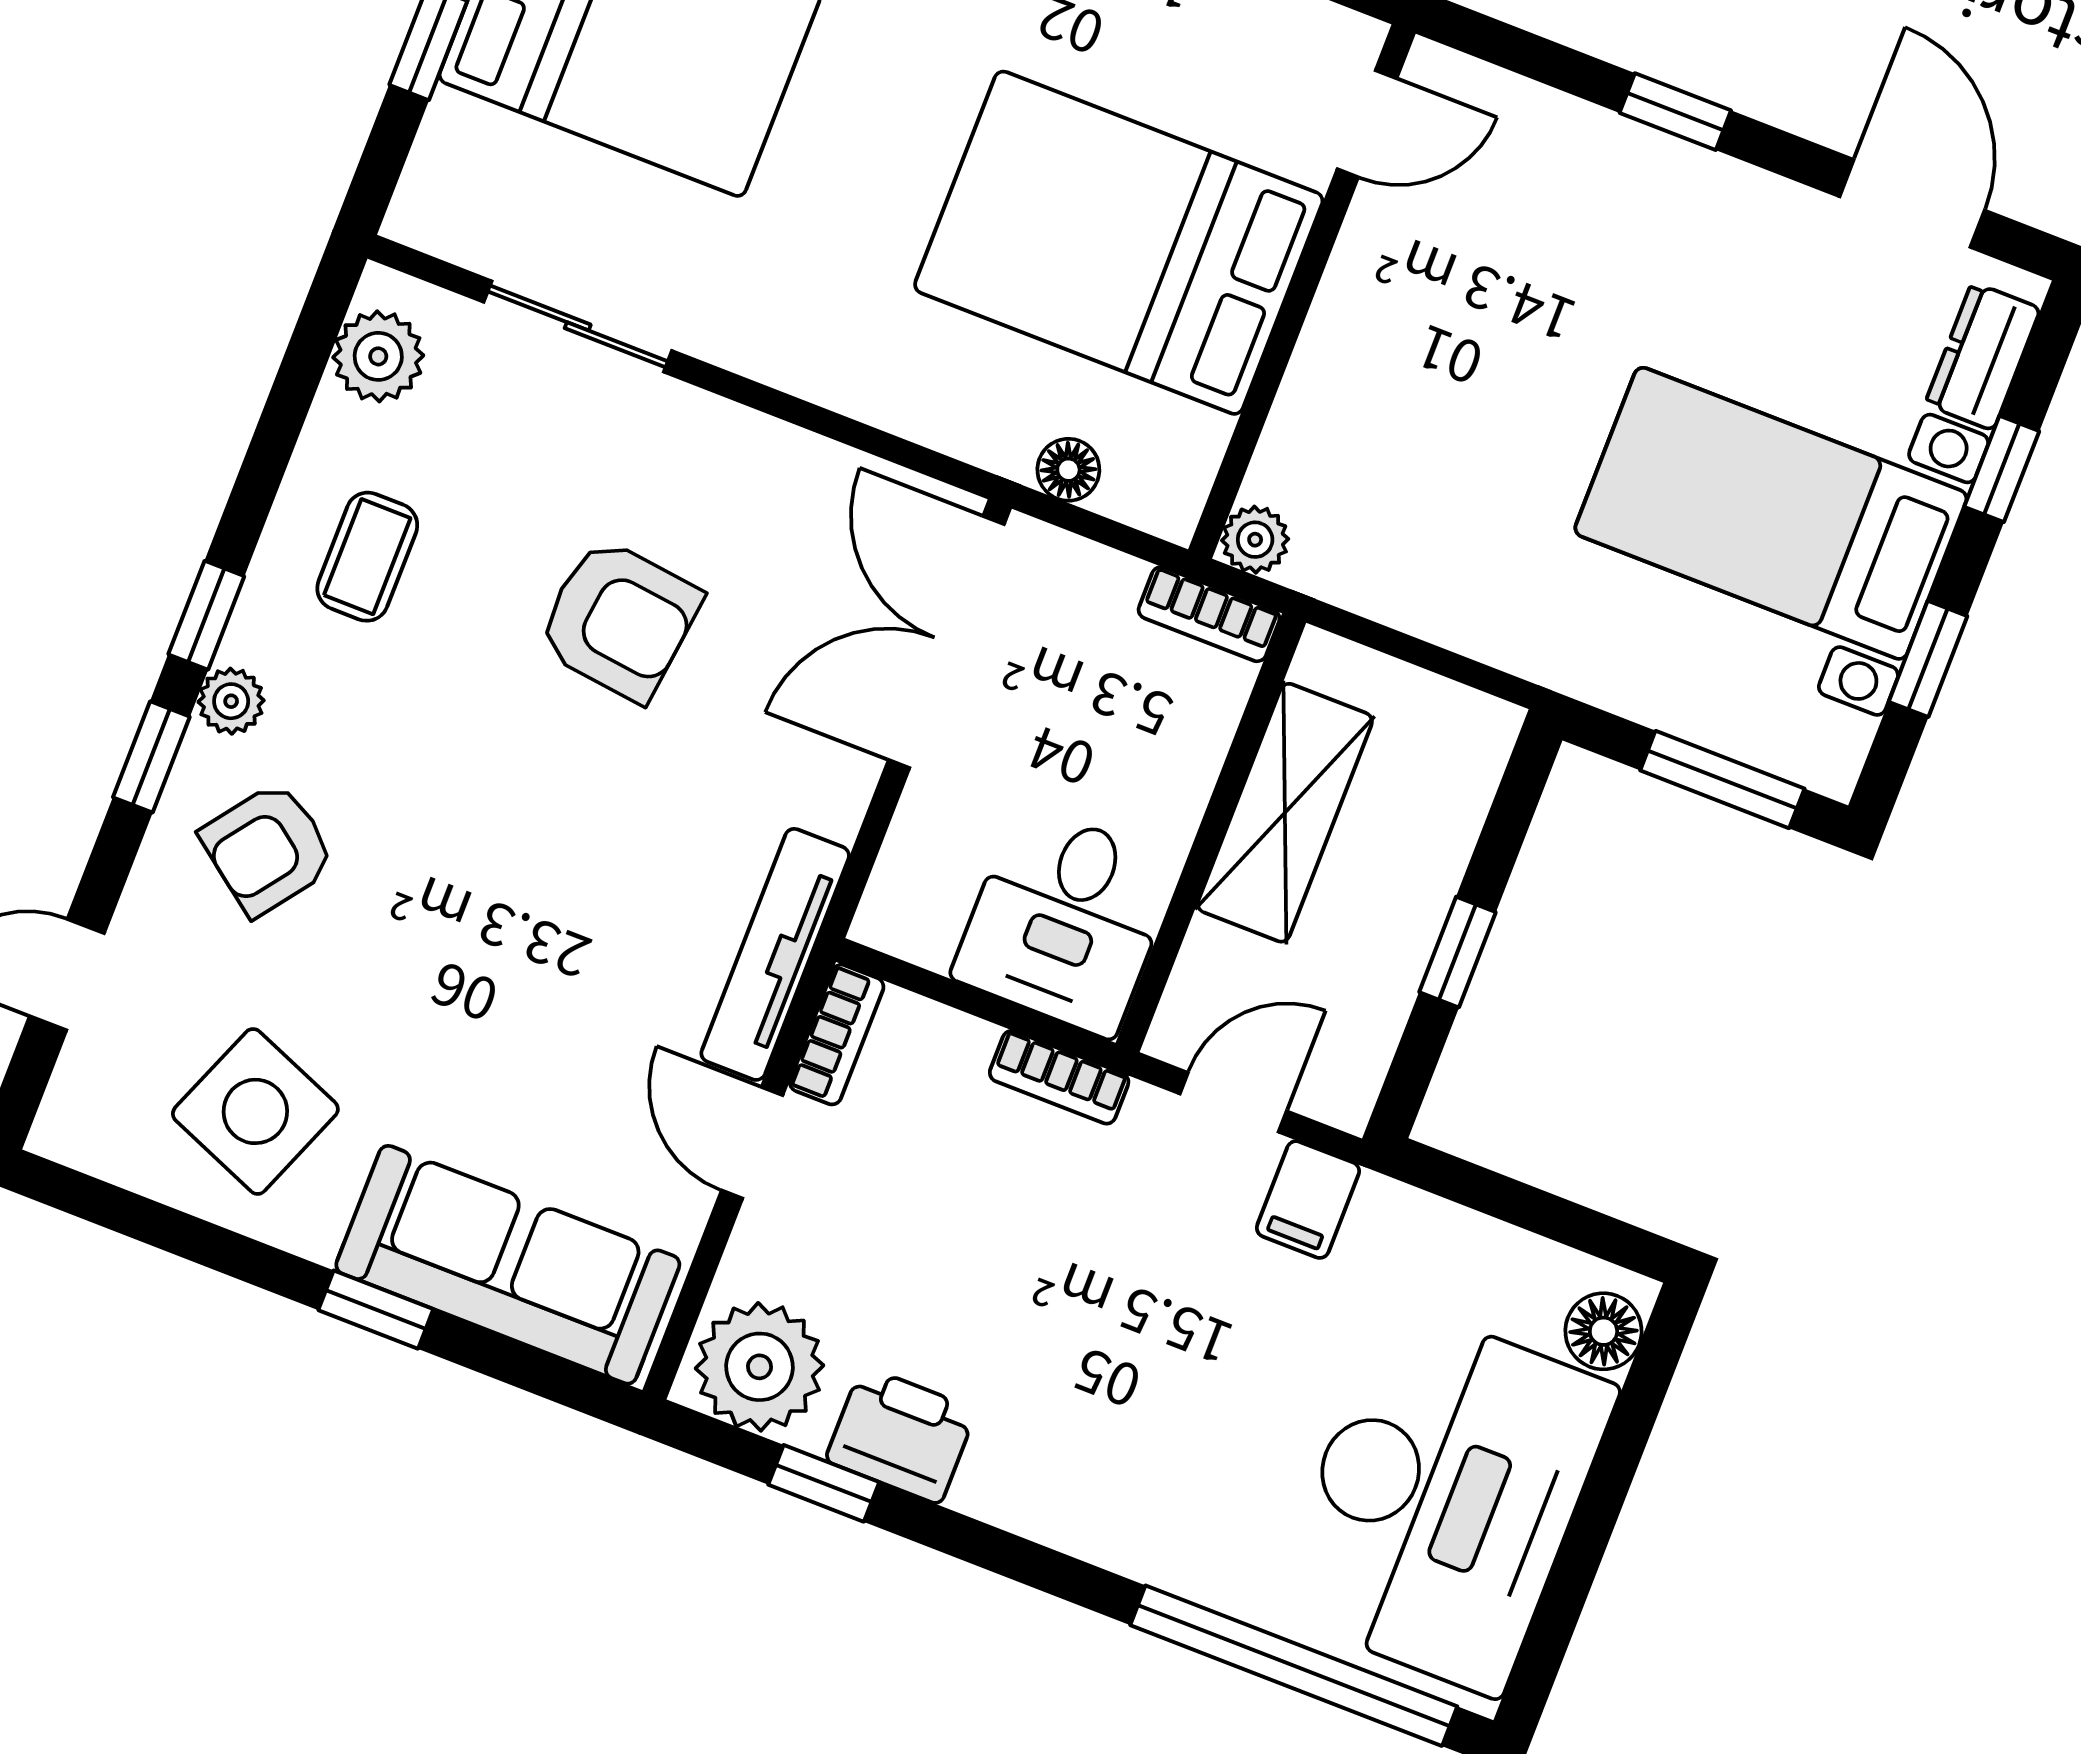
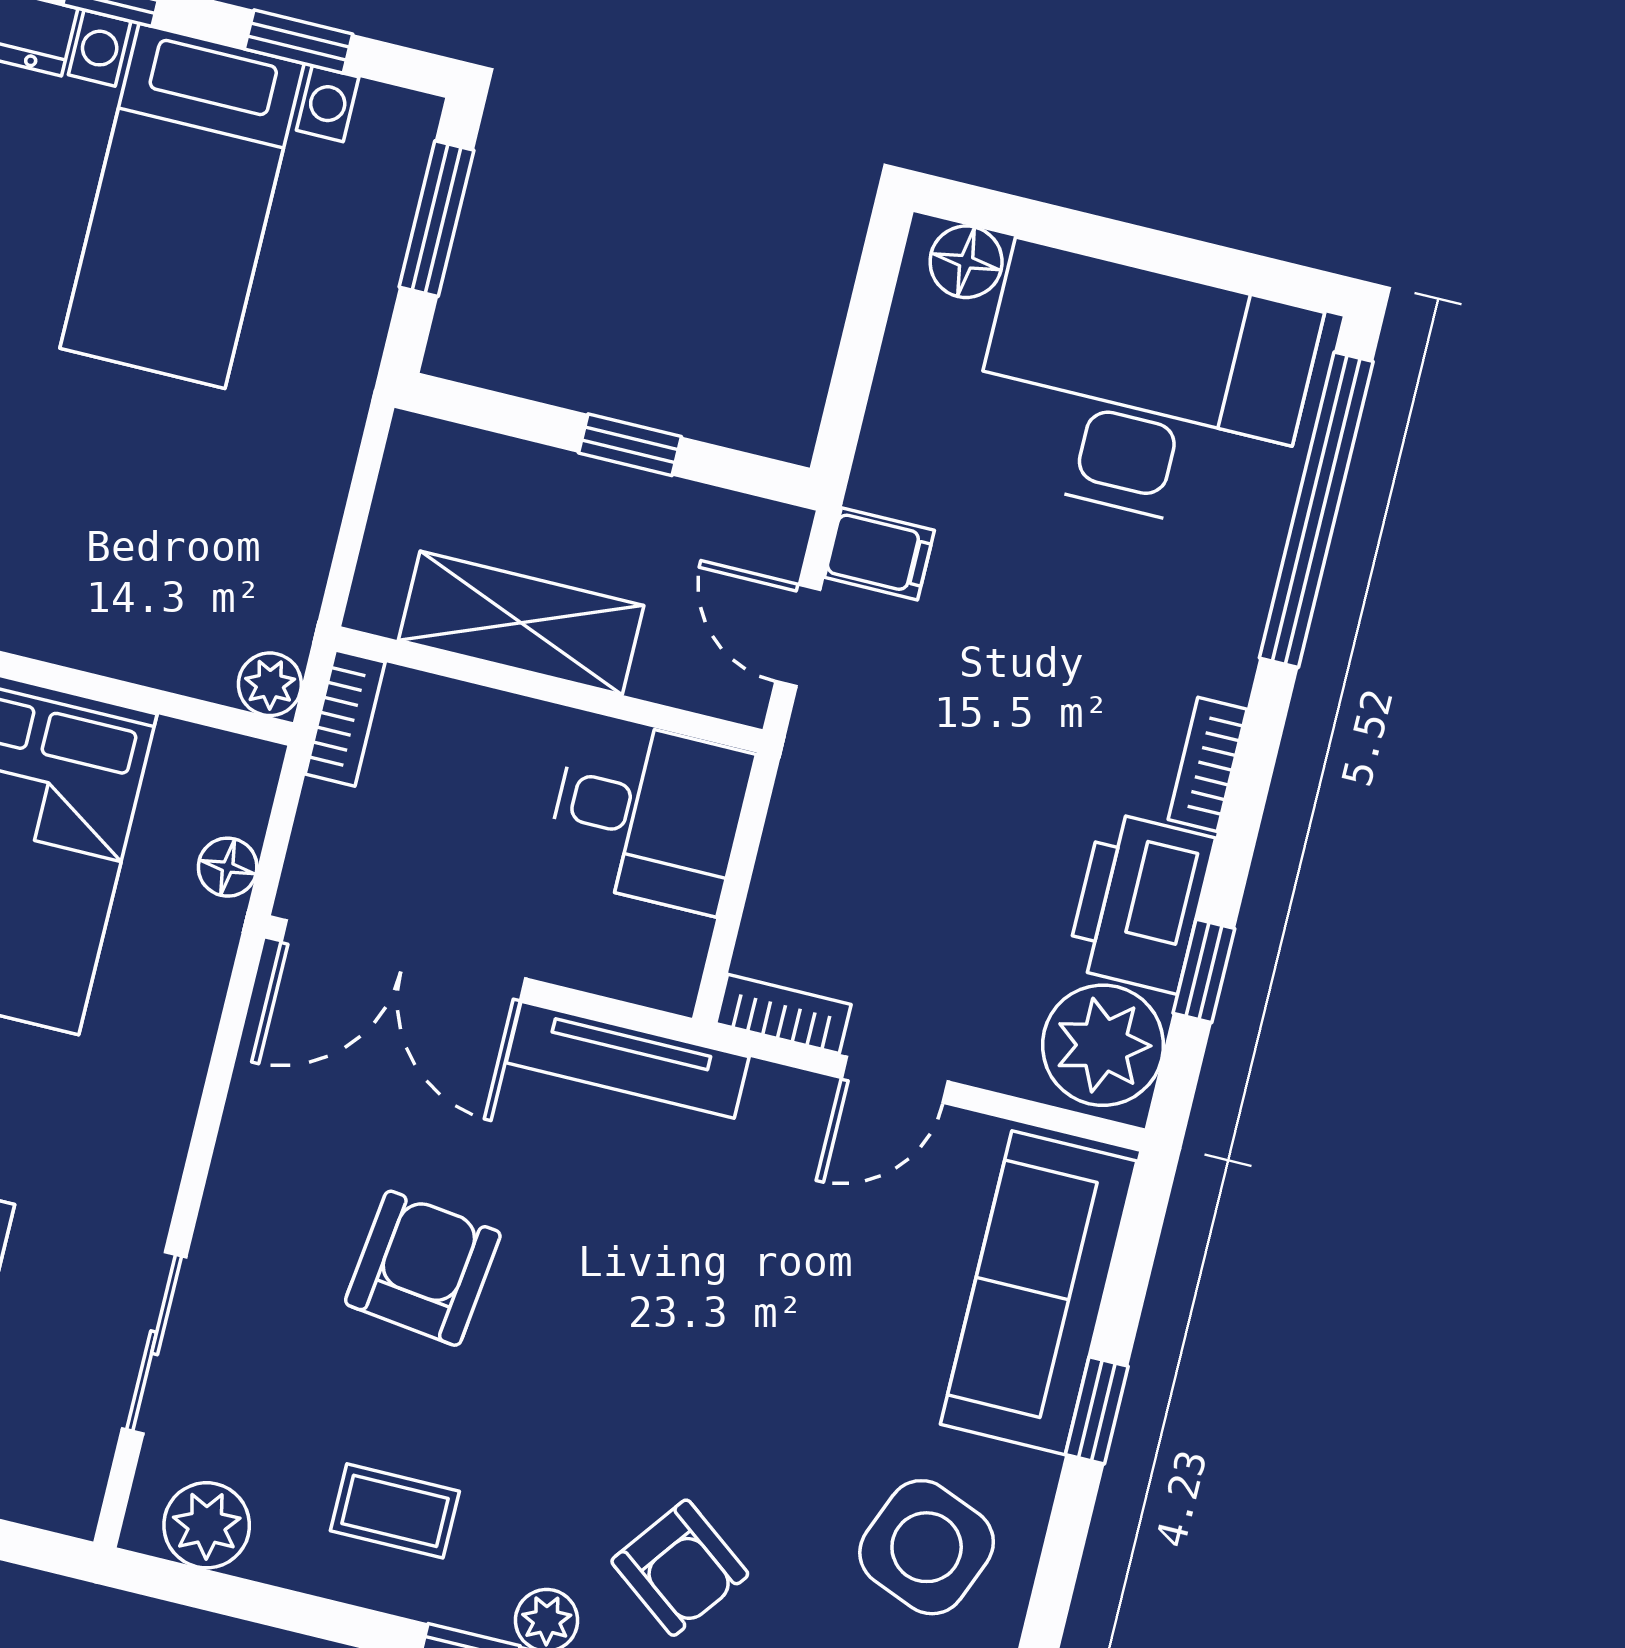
tv unit: (775, 954) -> (628, 1060), moved
bookcase: (1059, 1077) -> (1208, 764), moved, turned 180
printer: (901, 1435) -> (1140, 903), width x1.37, depth x1.19

